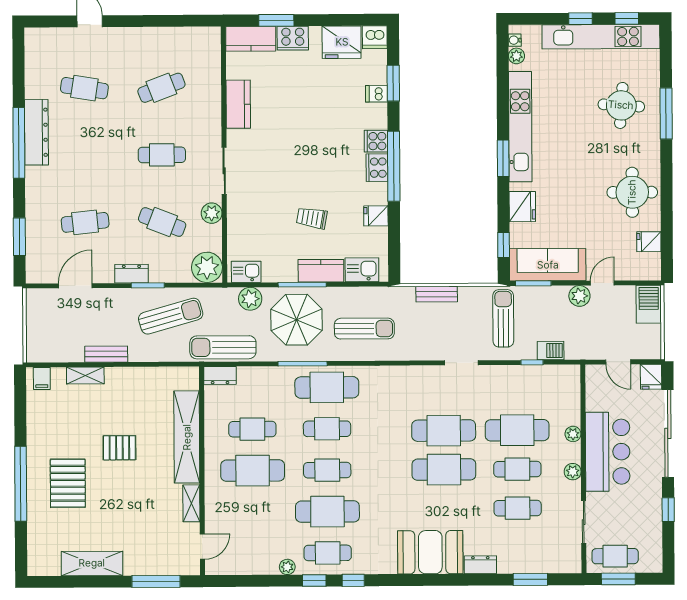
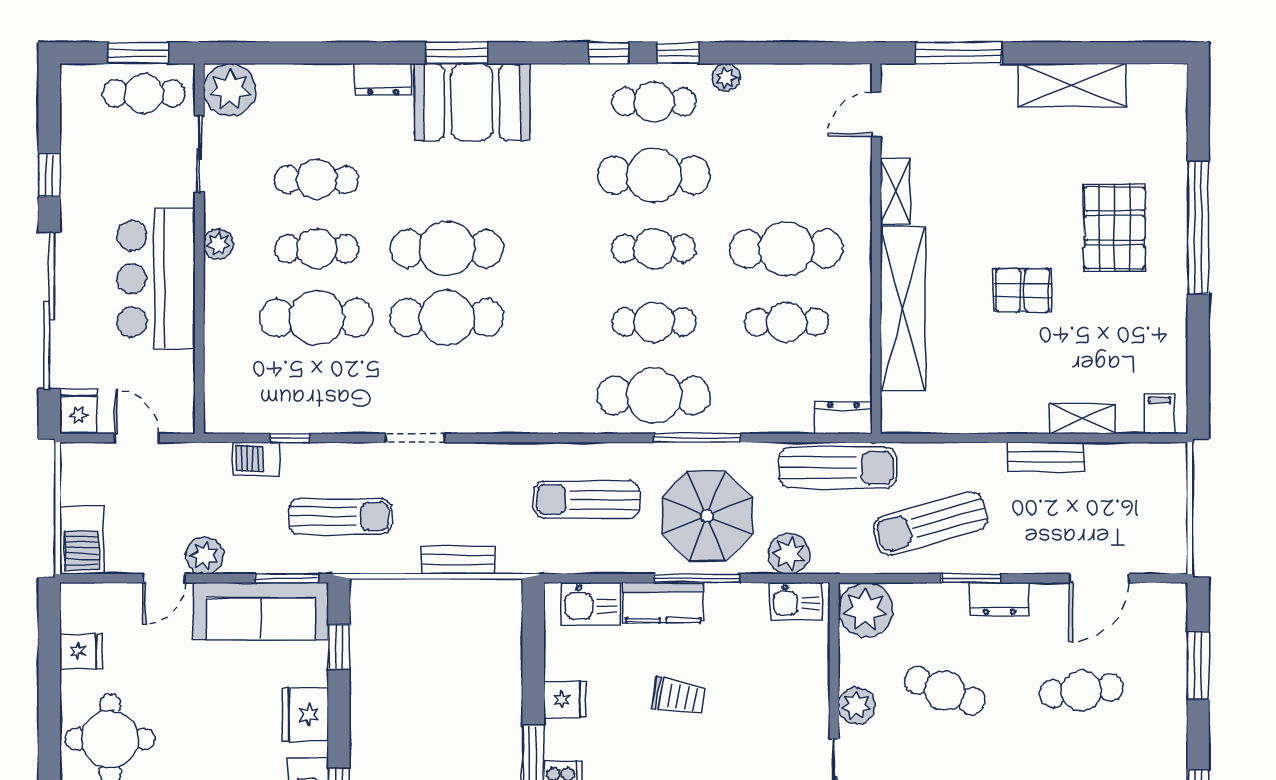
sun lounger: (503, 318) -> (340, 516), turned -90
plant: (573, 434) -> (230, 90), moved, width x1.87, depth x1.87
window: (530, 579) -> (457, 53), moved

